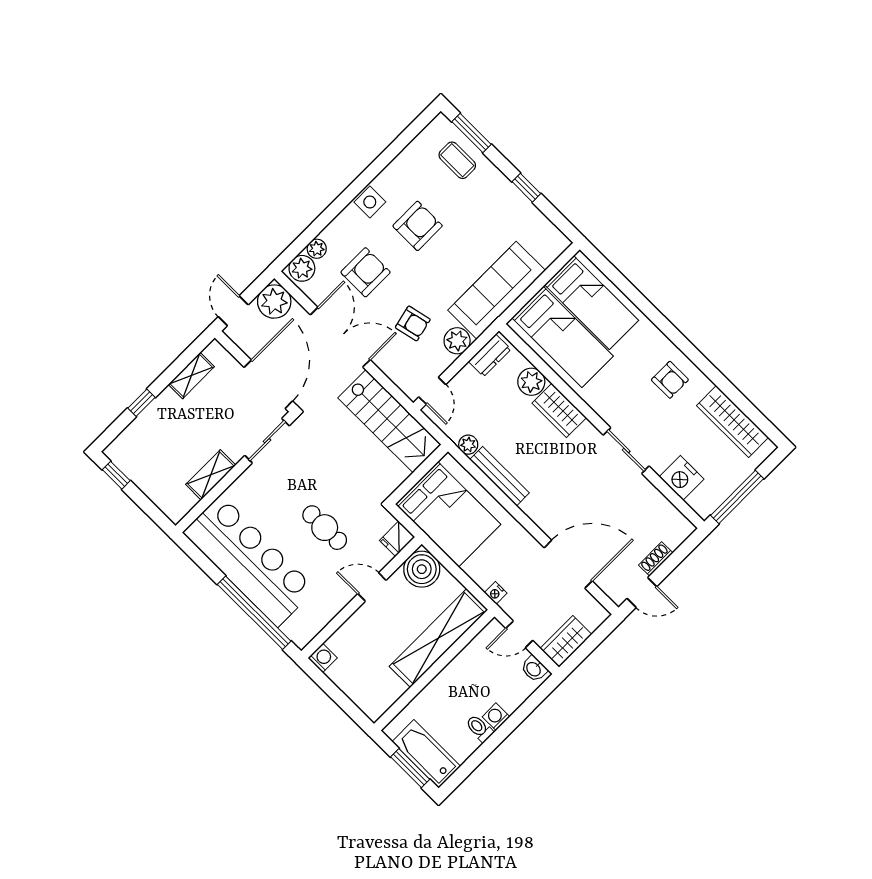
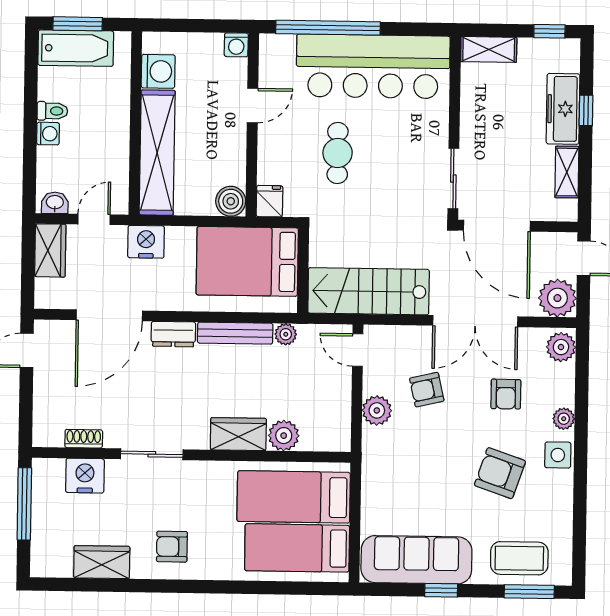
coffee table: (457, 160) -> (519, 558), width x1.36, depth x1.30
armchair: (418, 226) -> (500, 473), turned 109
plant: (317, 249) -> (564, 419), moved
armchair: (366, 272) -> (506, 394), width x0.72, depth x0.72
sofa: (497, 290) -> (416, 560), moved, turned -90
dresser: (490, 355) -> (173, 334), moved, turned -90
freezer: (155, 418) -> (563, 109), added
wardrobe: (732, 421) -> (102, 562), width x0.67
shelving: (211, 475) -> (489, 49), moved, turned 90
cafe table: (325, 528) -> (338, 153), turned 90
shoe rack: (656, 559) -> (84, 439), moved, turned -90
boiler: (422, 569) -> (231, 201), width x0.73, depth x0.73
door: (372, 587) -> (253, 106), moved
nightstand: (496, 593) -> (146, 242), width x1.89, depth x1.79
washing machine: (388, 689) -> (158, 71), added

